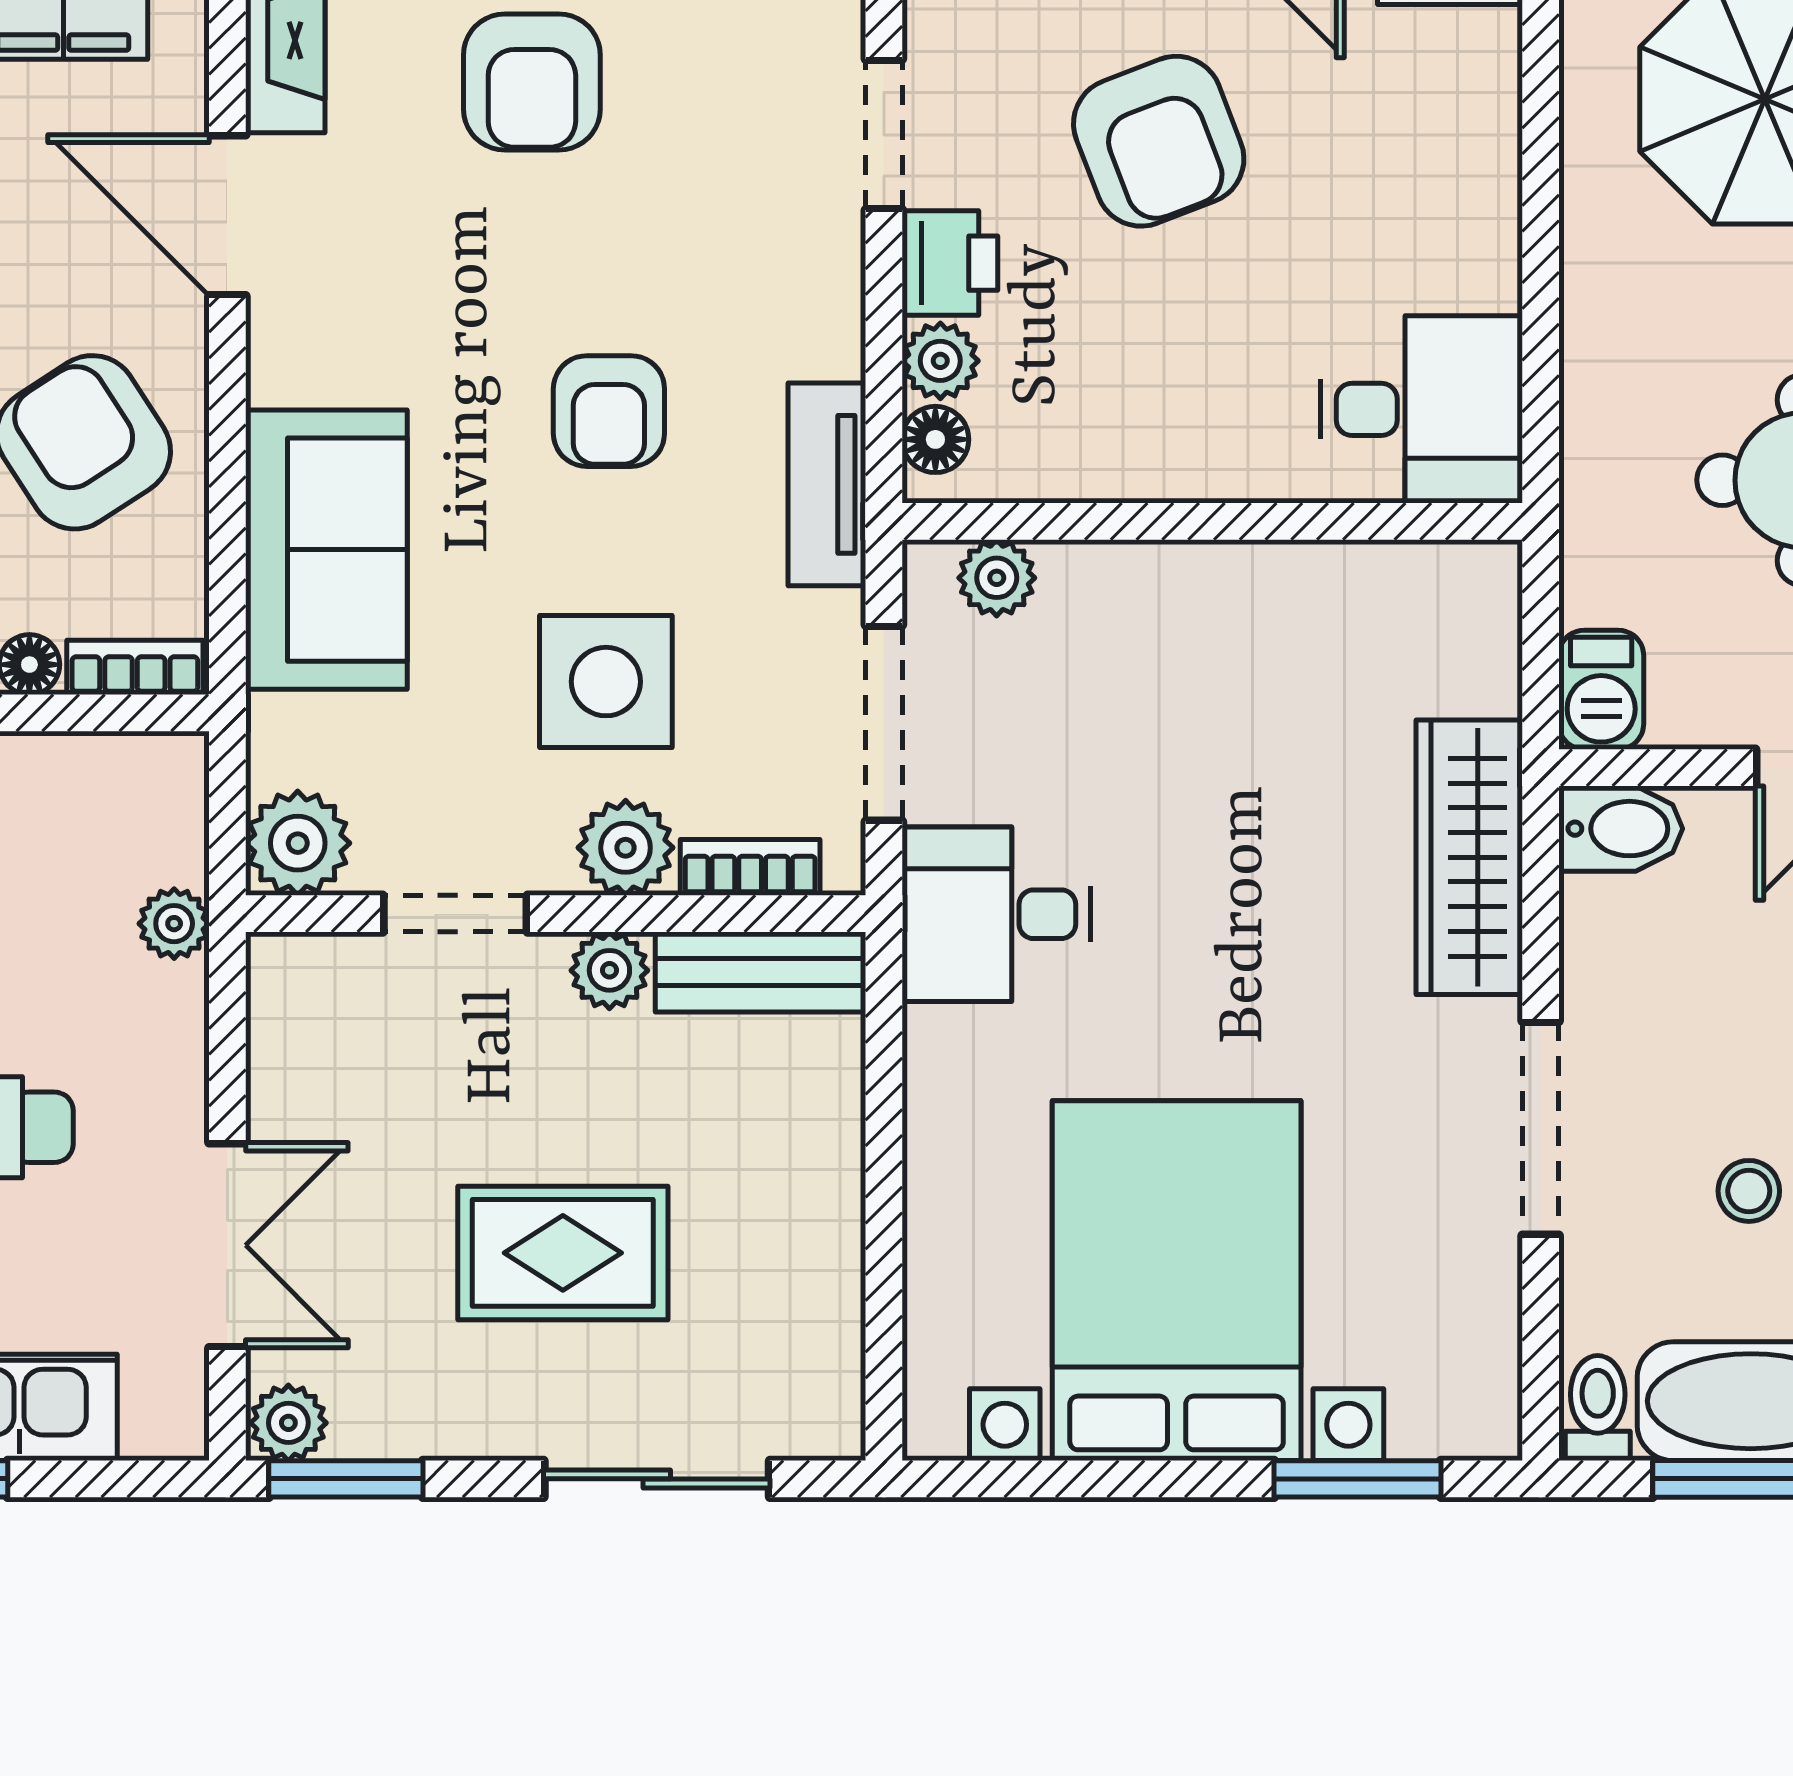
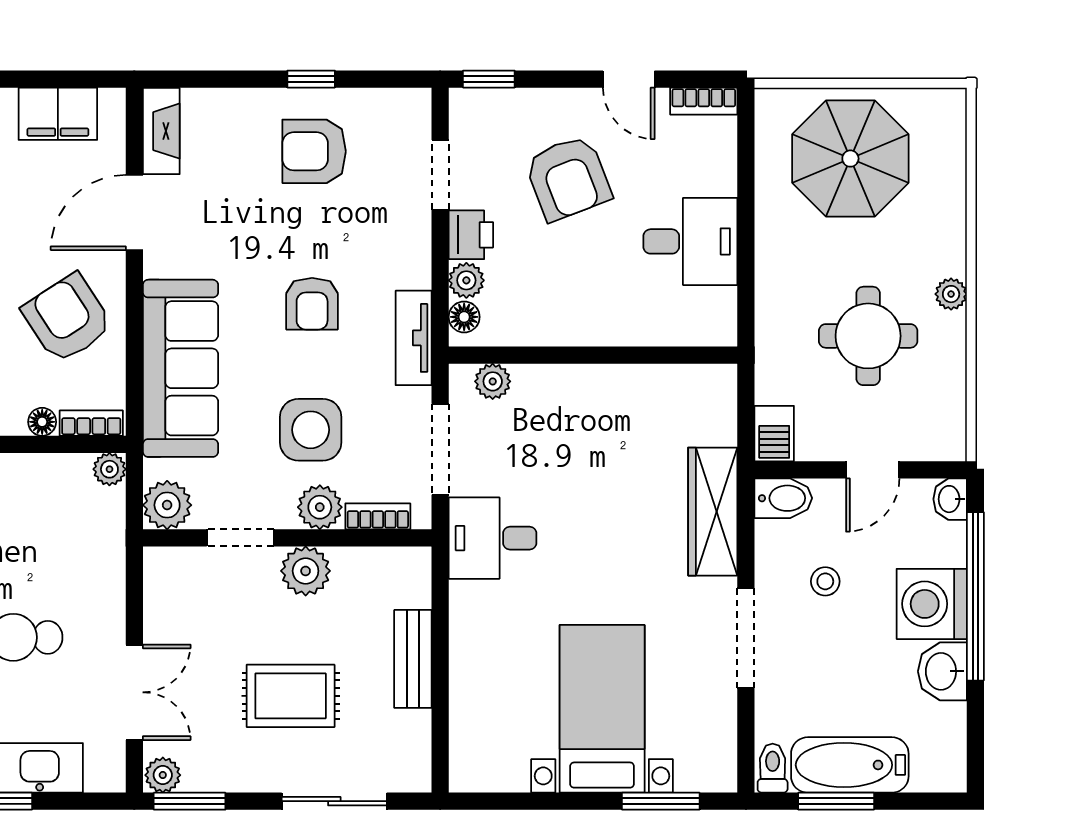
armchair: (532, 82) -> (314, 151), moved, turned 90
door: (227, 215) -> (134, 213), hinge flipped
desk: (1421, 409) -> (690, 241), moved
sofa: (326, 550) -> (180, 368), width x1.36
plant: (174, 924) -> (109, 469), moved
plant: (609, 970) -> (306, 571), width x1.38, depth x1.38
bench: (761, 972) -> (413, 659), moved, turned 90
stool: (1749, 1191) -> (825, 581), moved
bed with nightstands: (1177, 1281) -> (602, 709), width x0.73

